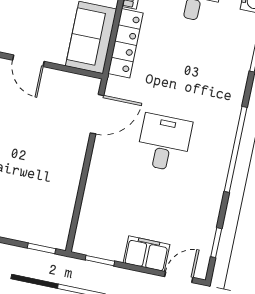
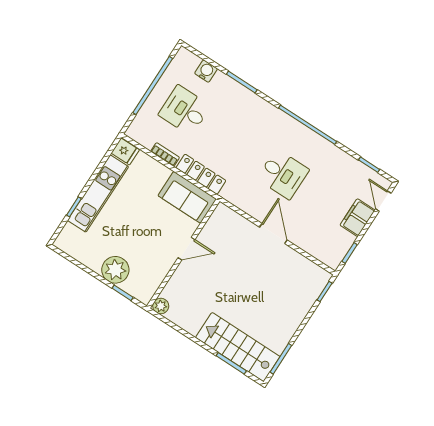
door: (97, 114) -> (273, 234), moved
desk: (164, 143) -> (283, 174), turned 180

